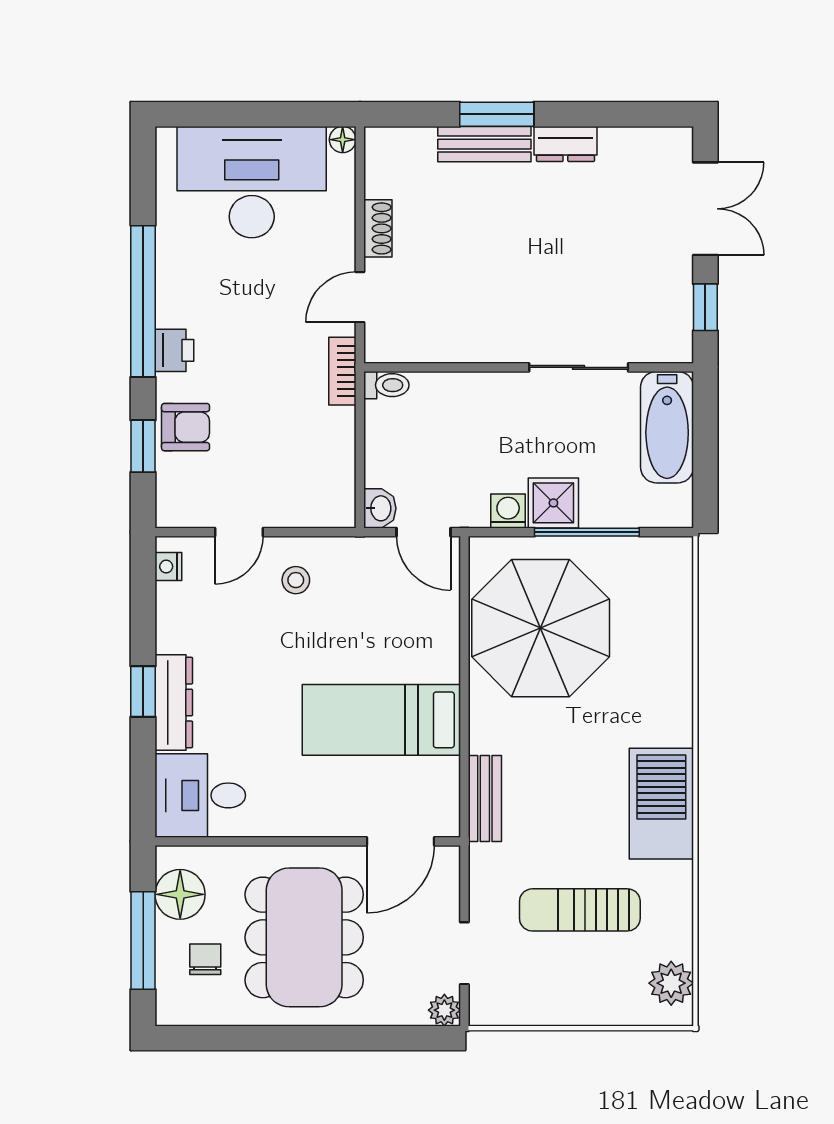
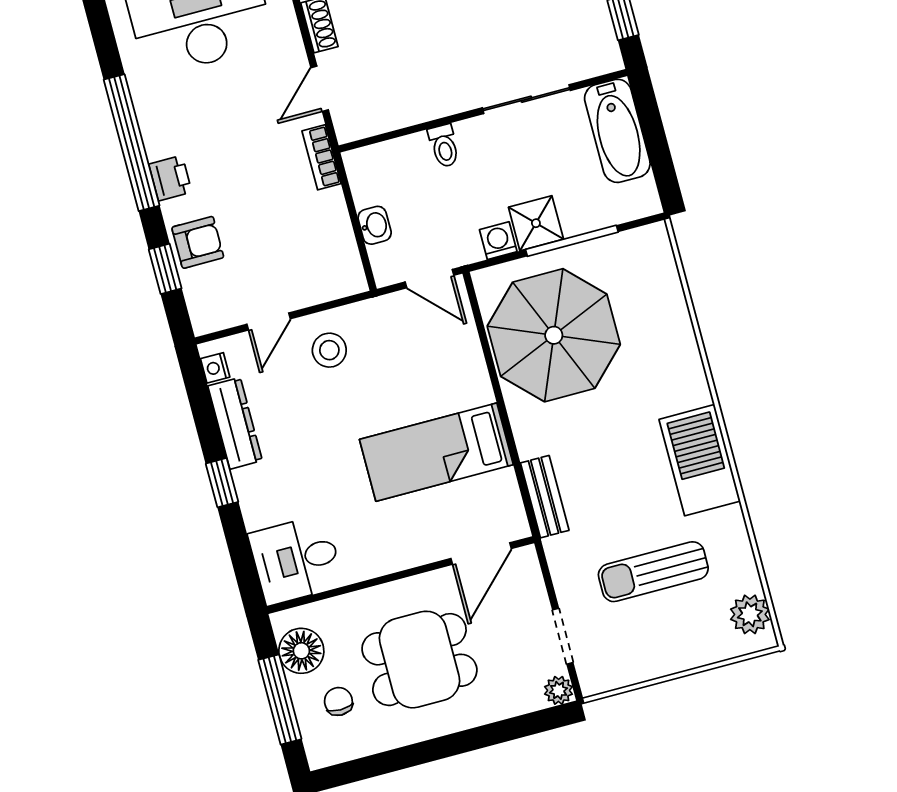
toilet: (386, 385) -> (444, 146), moved, turned 90
washbasin: (380, 508) -> (375, 225), moved
stool: (296, 580) -> (329, 350), width x1.37, depth x1.37
dresser: (174, 703) -> (235, 423), moved
dining table: (304, 937) -> (419, 660), width x0.73

